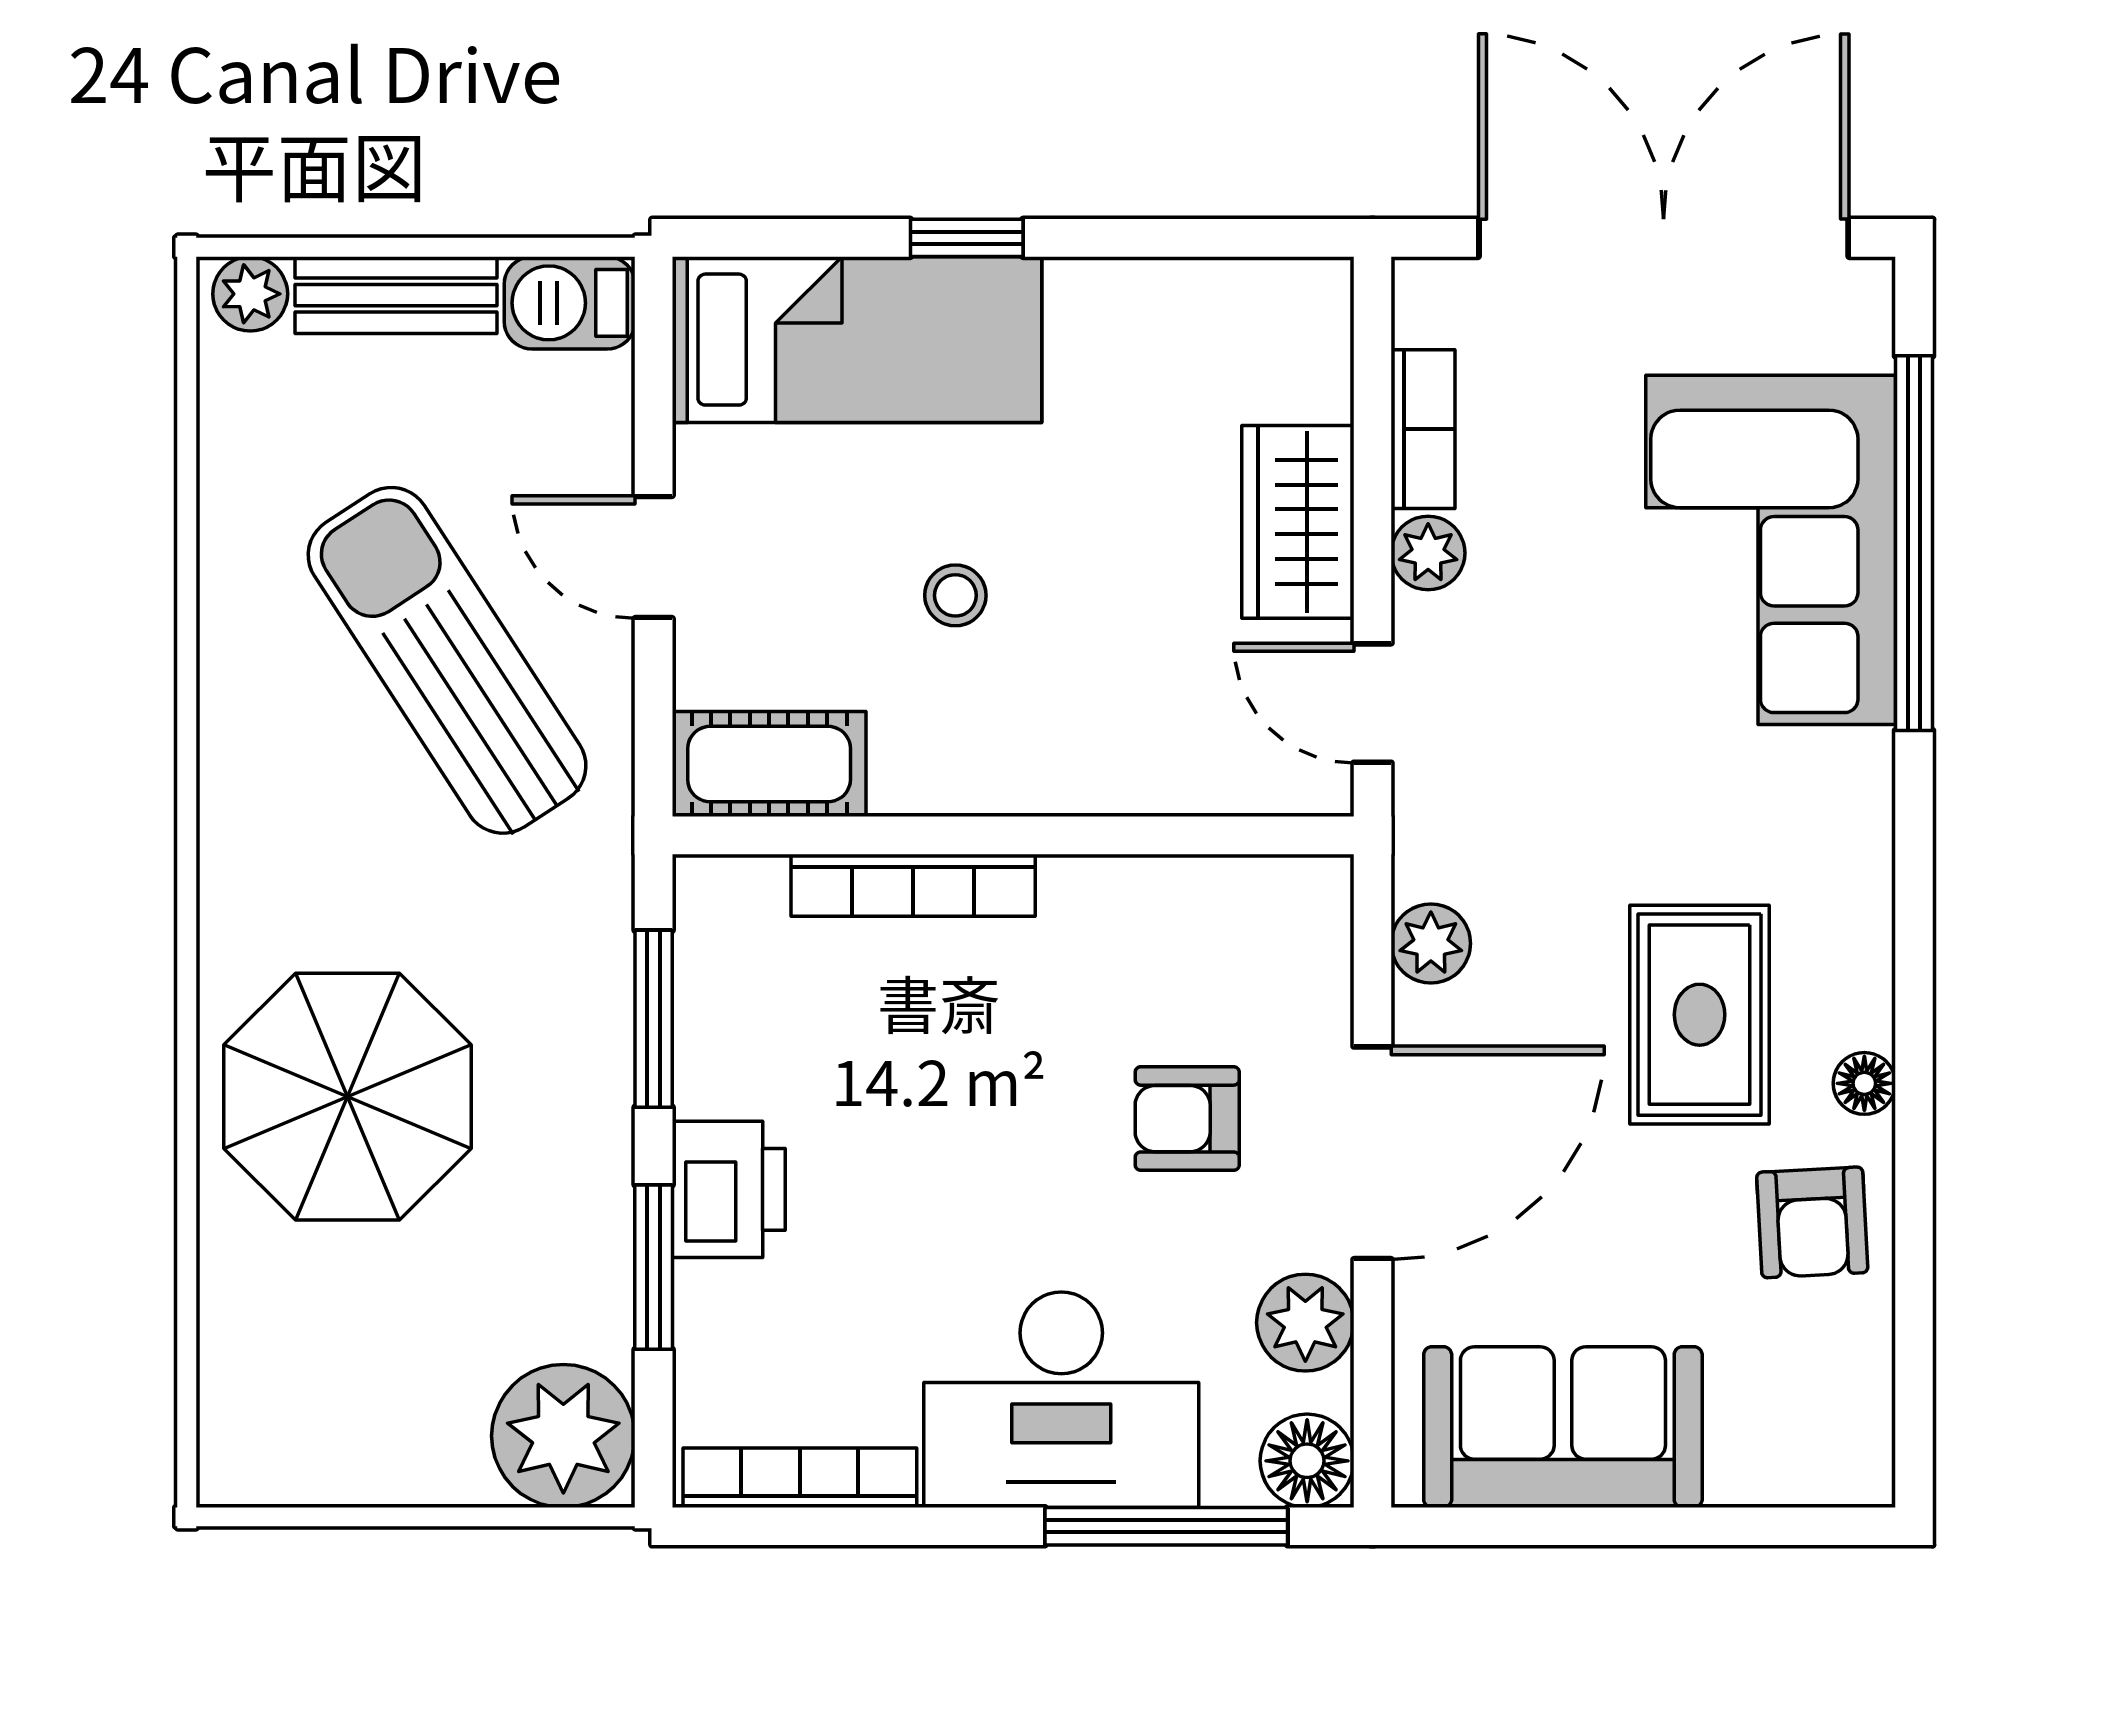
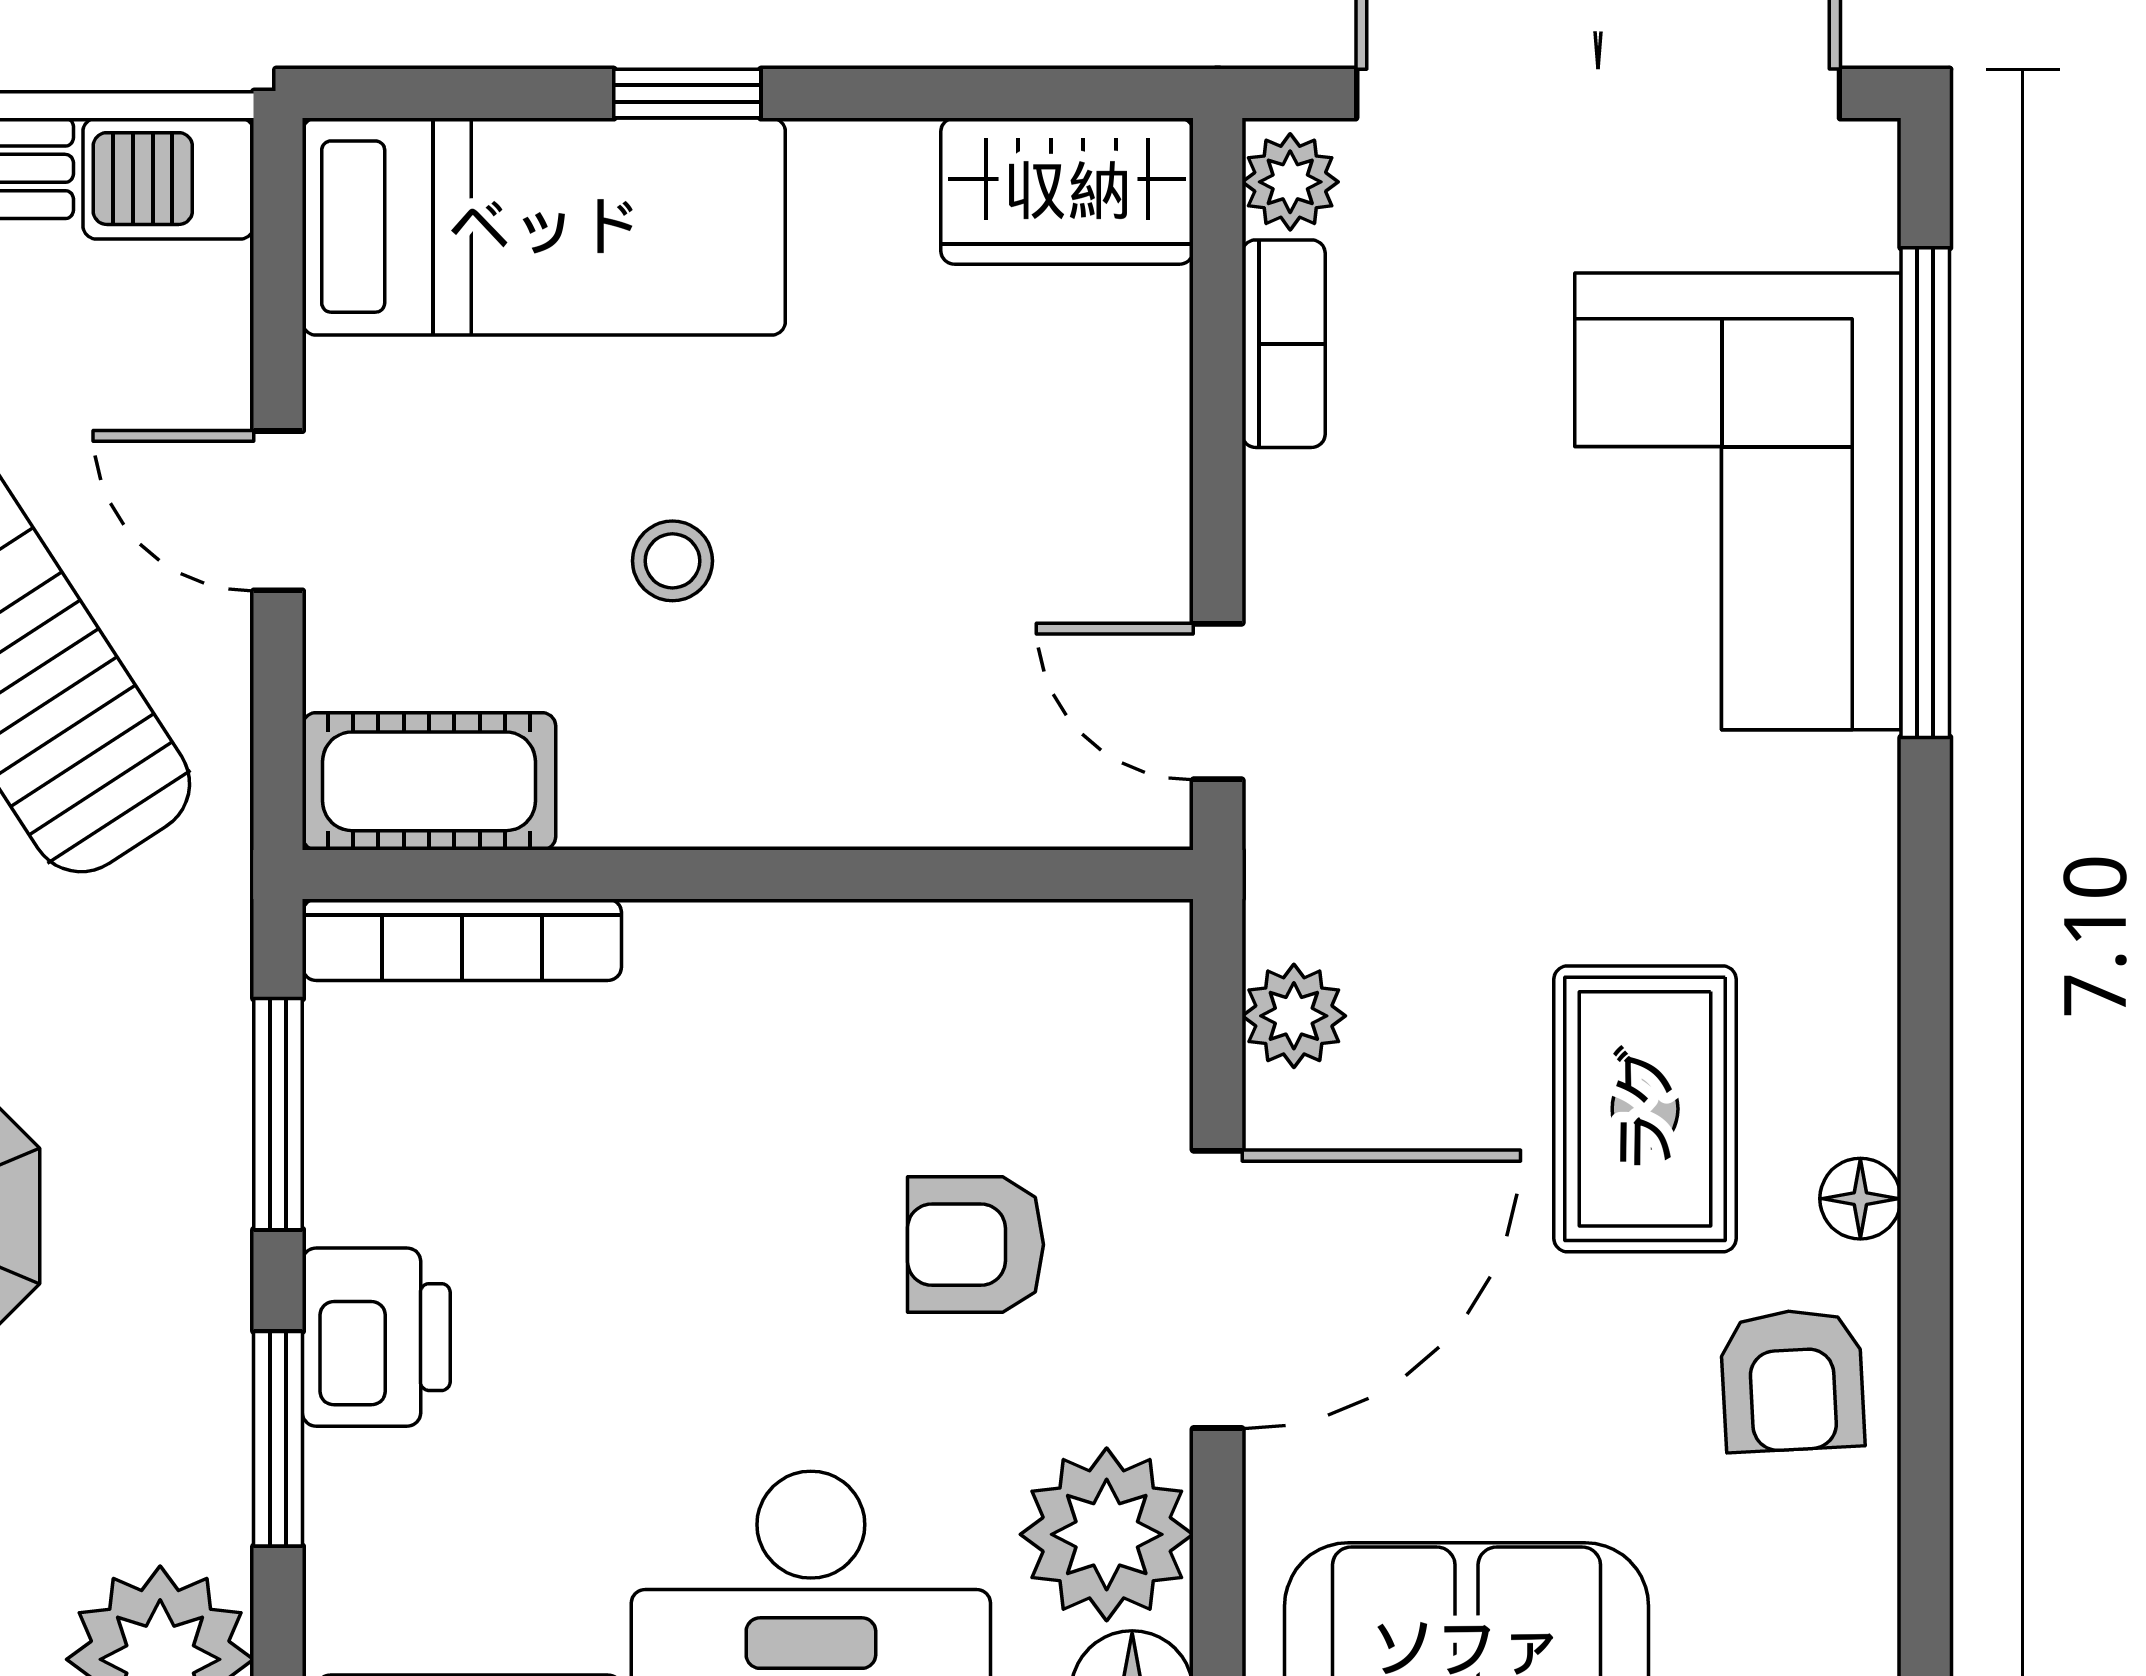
wardrobe: (1298, 522) -> (1067, 191), moved, turned -90
plant: (1428, 553) -> (1290, 182), moved
bookcase: (913, 885) -> (462, 940), moved
plant: (1305, 1323) -> (1107, 1534), width x1.36, depth x1.36

